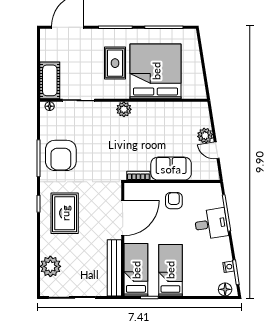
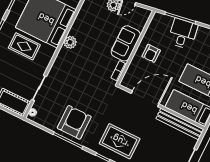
plant: (124, 109) -> (70, 42), moved
armchair: (61, 155) -> (74, 122), turned -90
armchair: (174, 201) -> (151, 53), turned -90
door: (123, 218) -> (145, 99), hinge flipped

